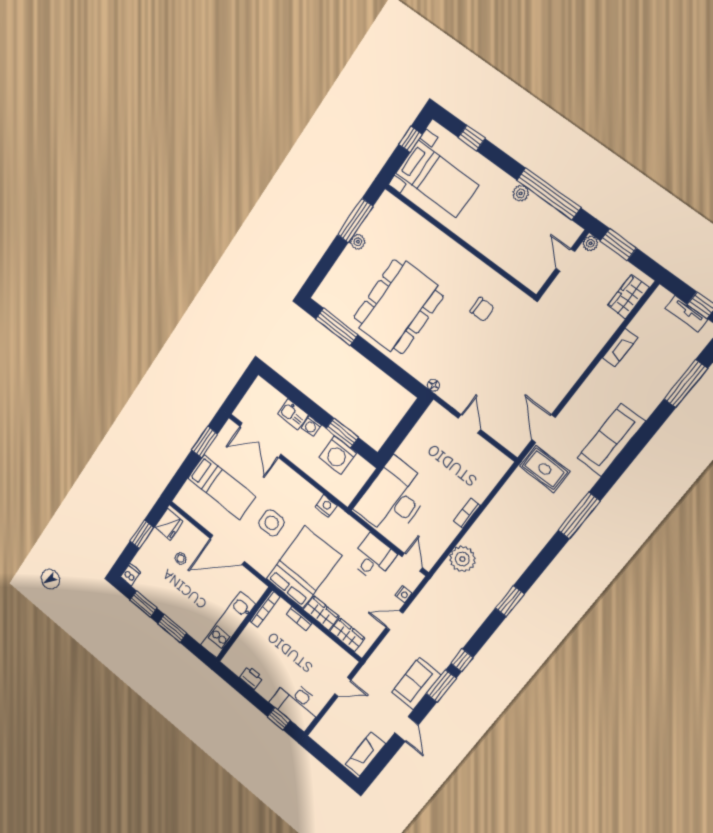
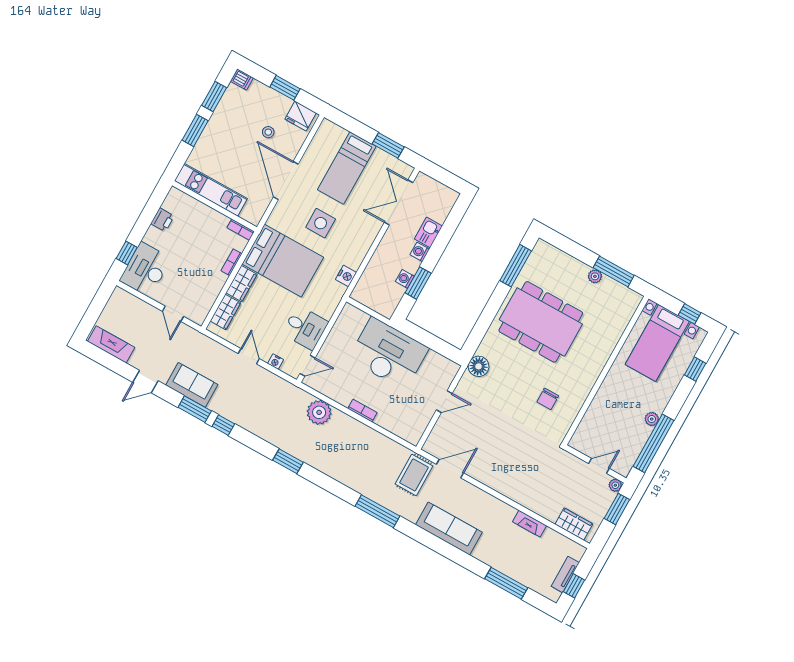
floor lamp: (434, 385) -> (479, 366), width x1.89, depth x1.89
washing machine: (338, 455) -> (405, 279), width x0.53, depth x0.53
desk: (394, 498) -> (388, 353), moved
bookcase: (265, 609) -> (241, 230), width x0.64

